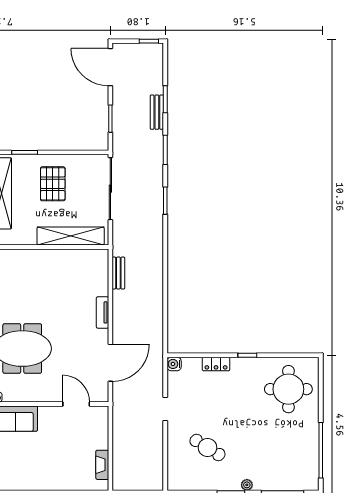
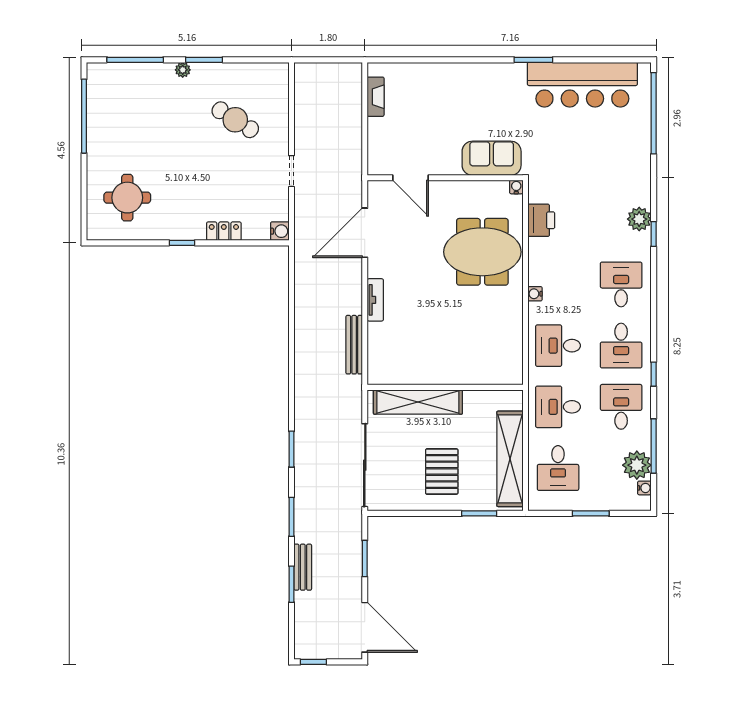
bench: (118, 273) -> (354, 345), width x1.36
round table: (288, 389) -> (127, 198), width x0.73, depth x0.73

